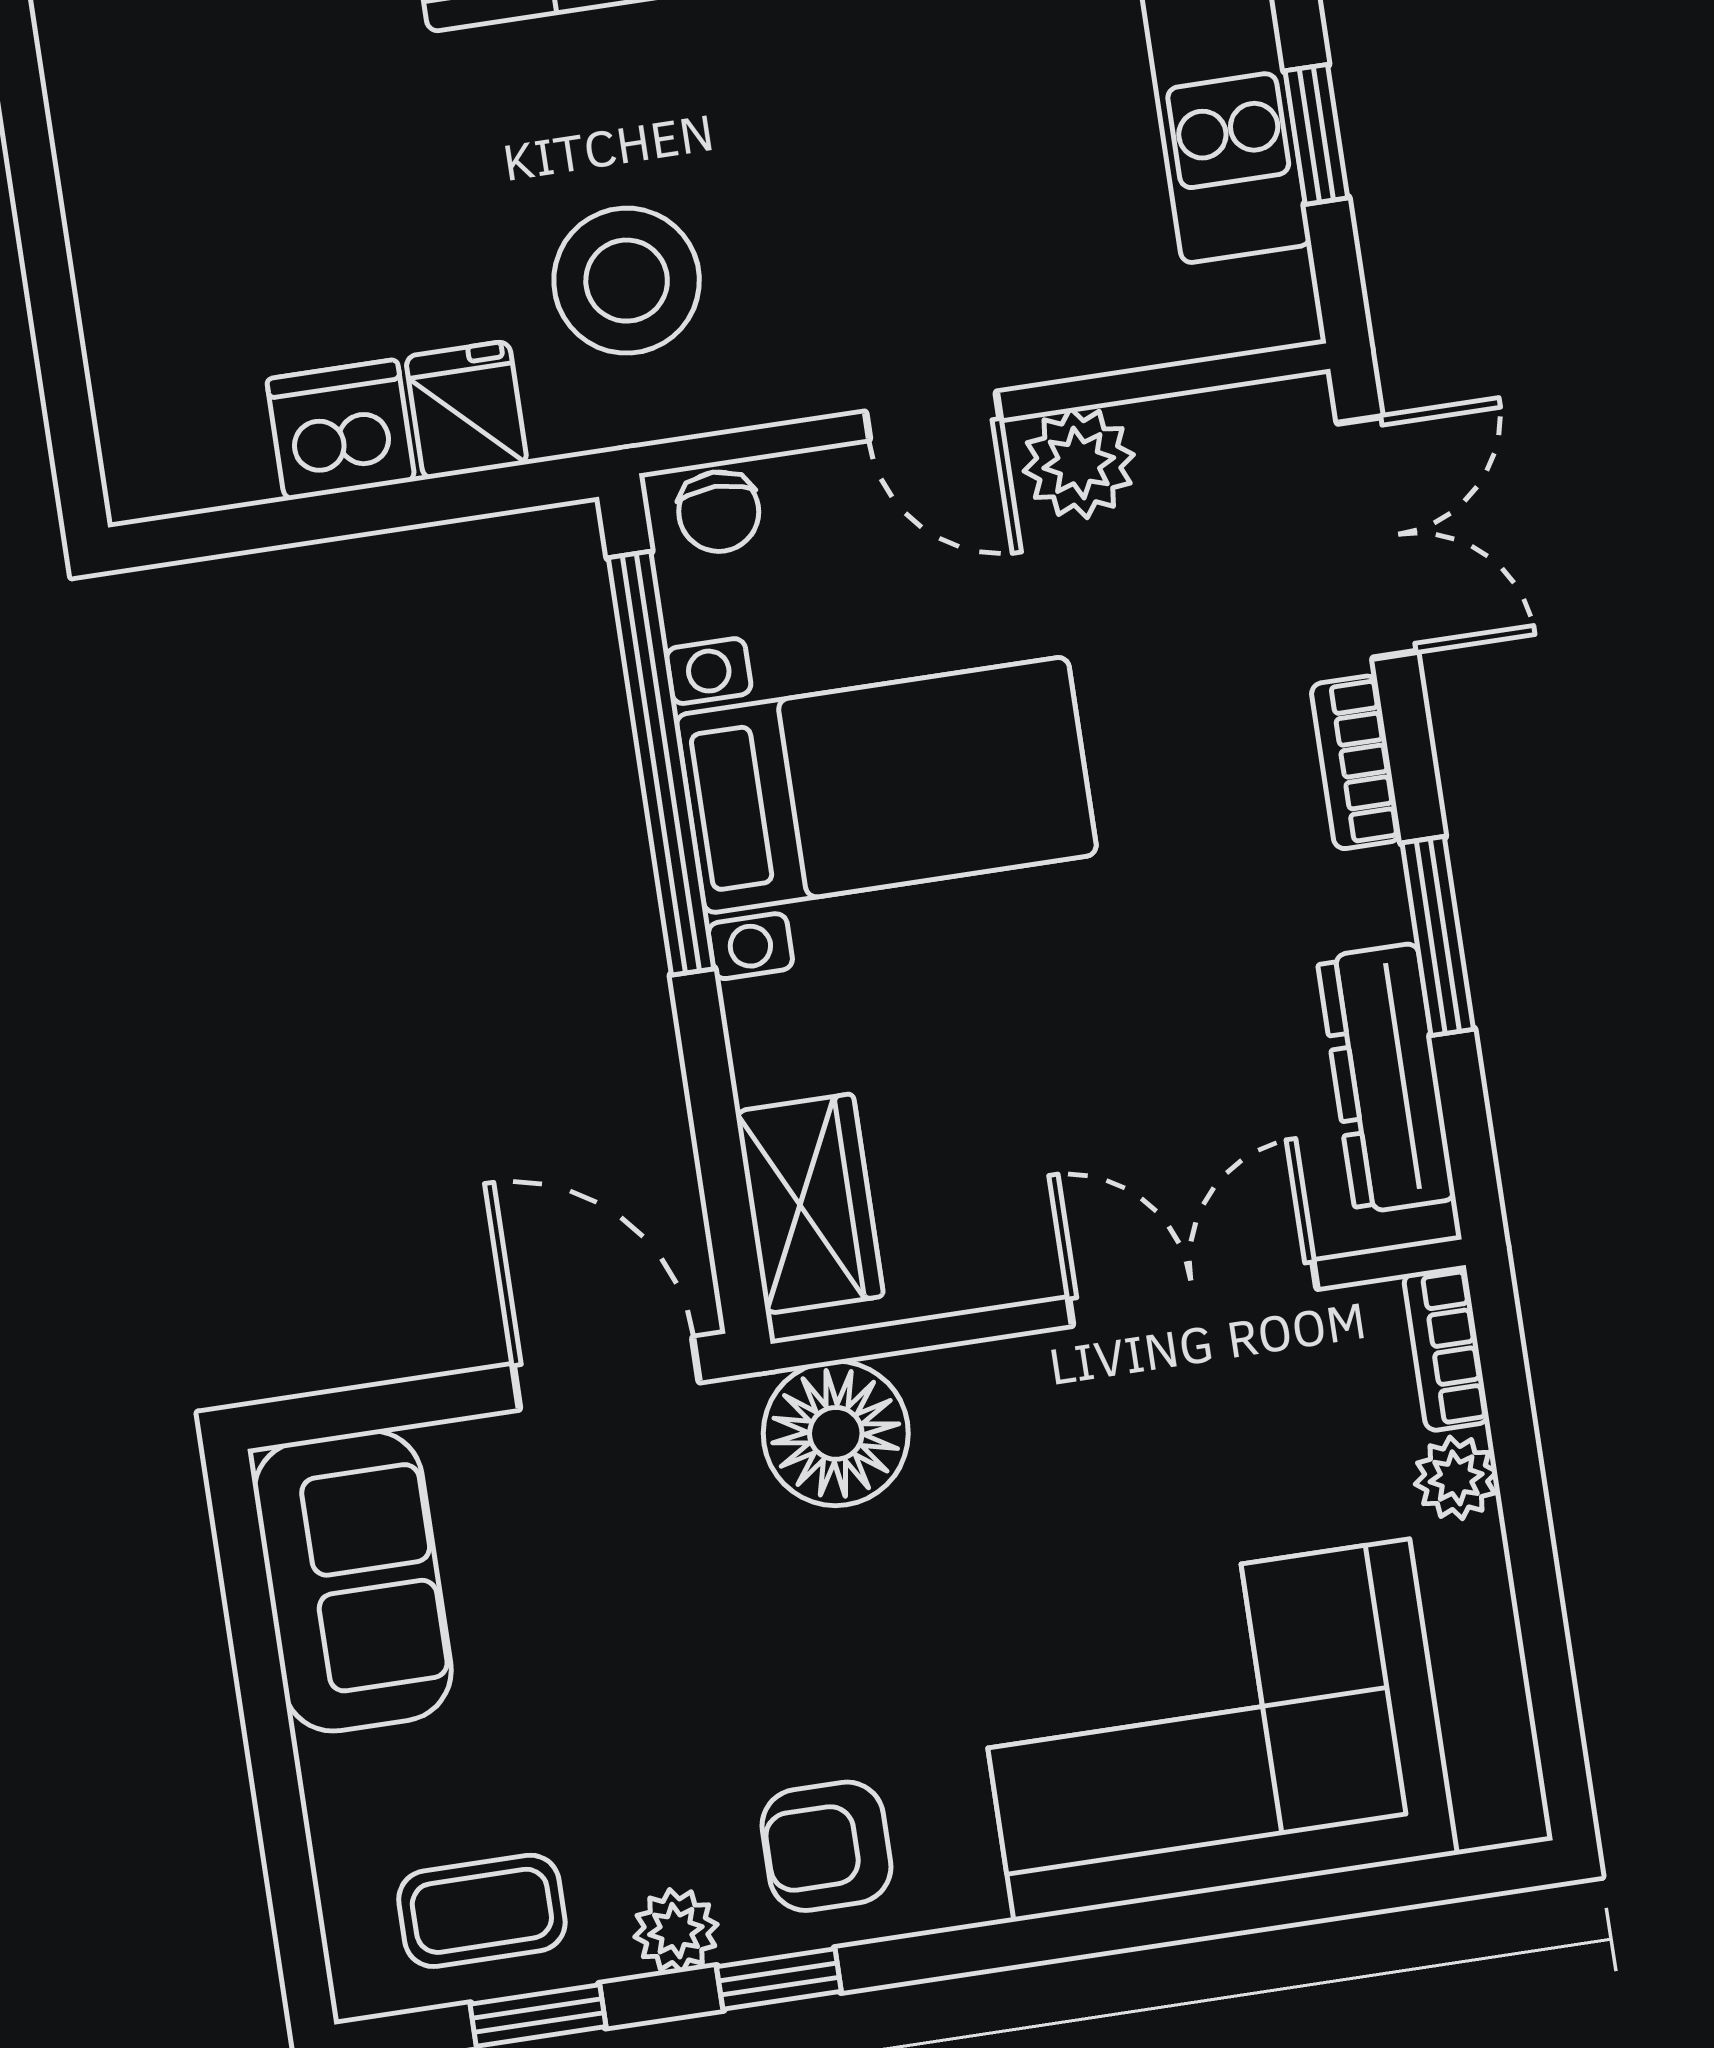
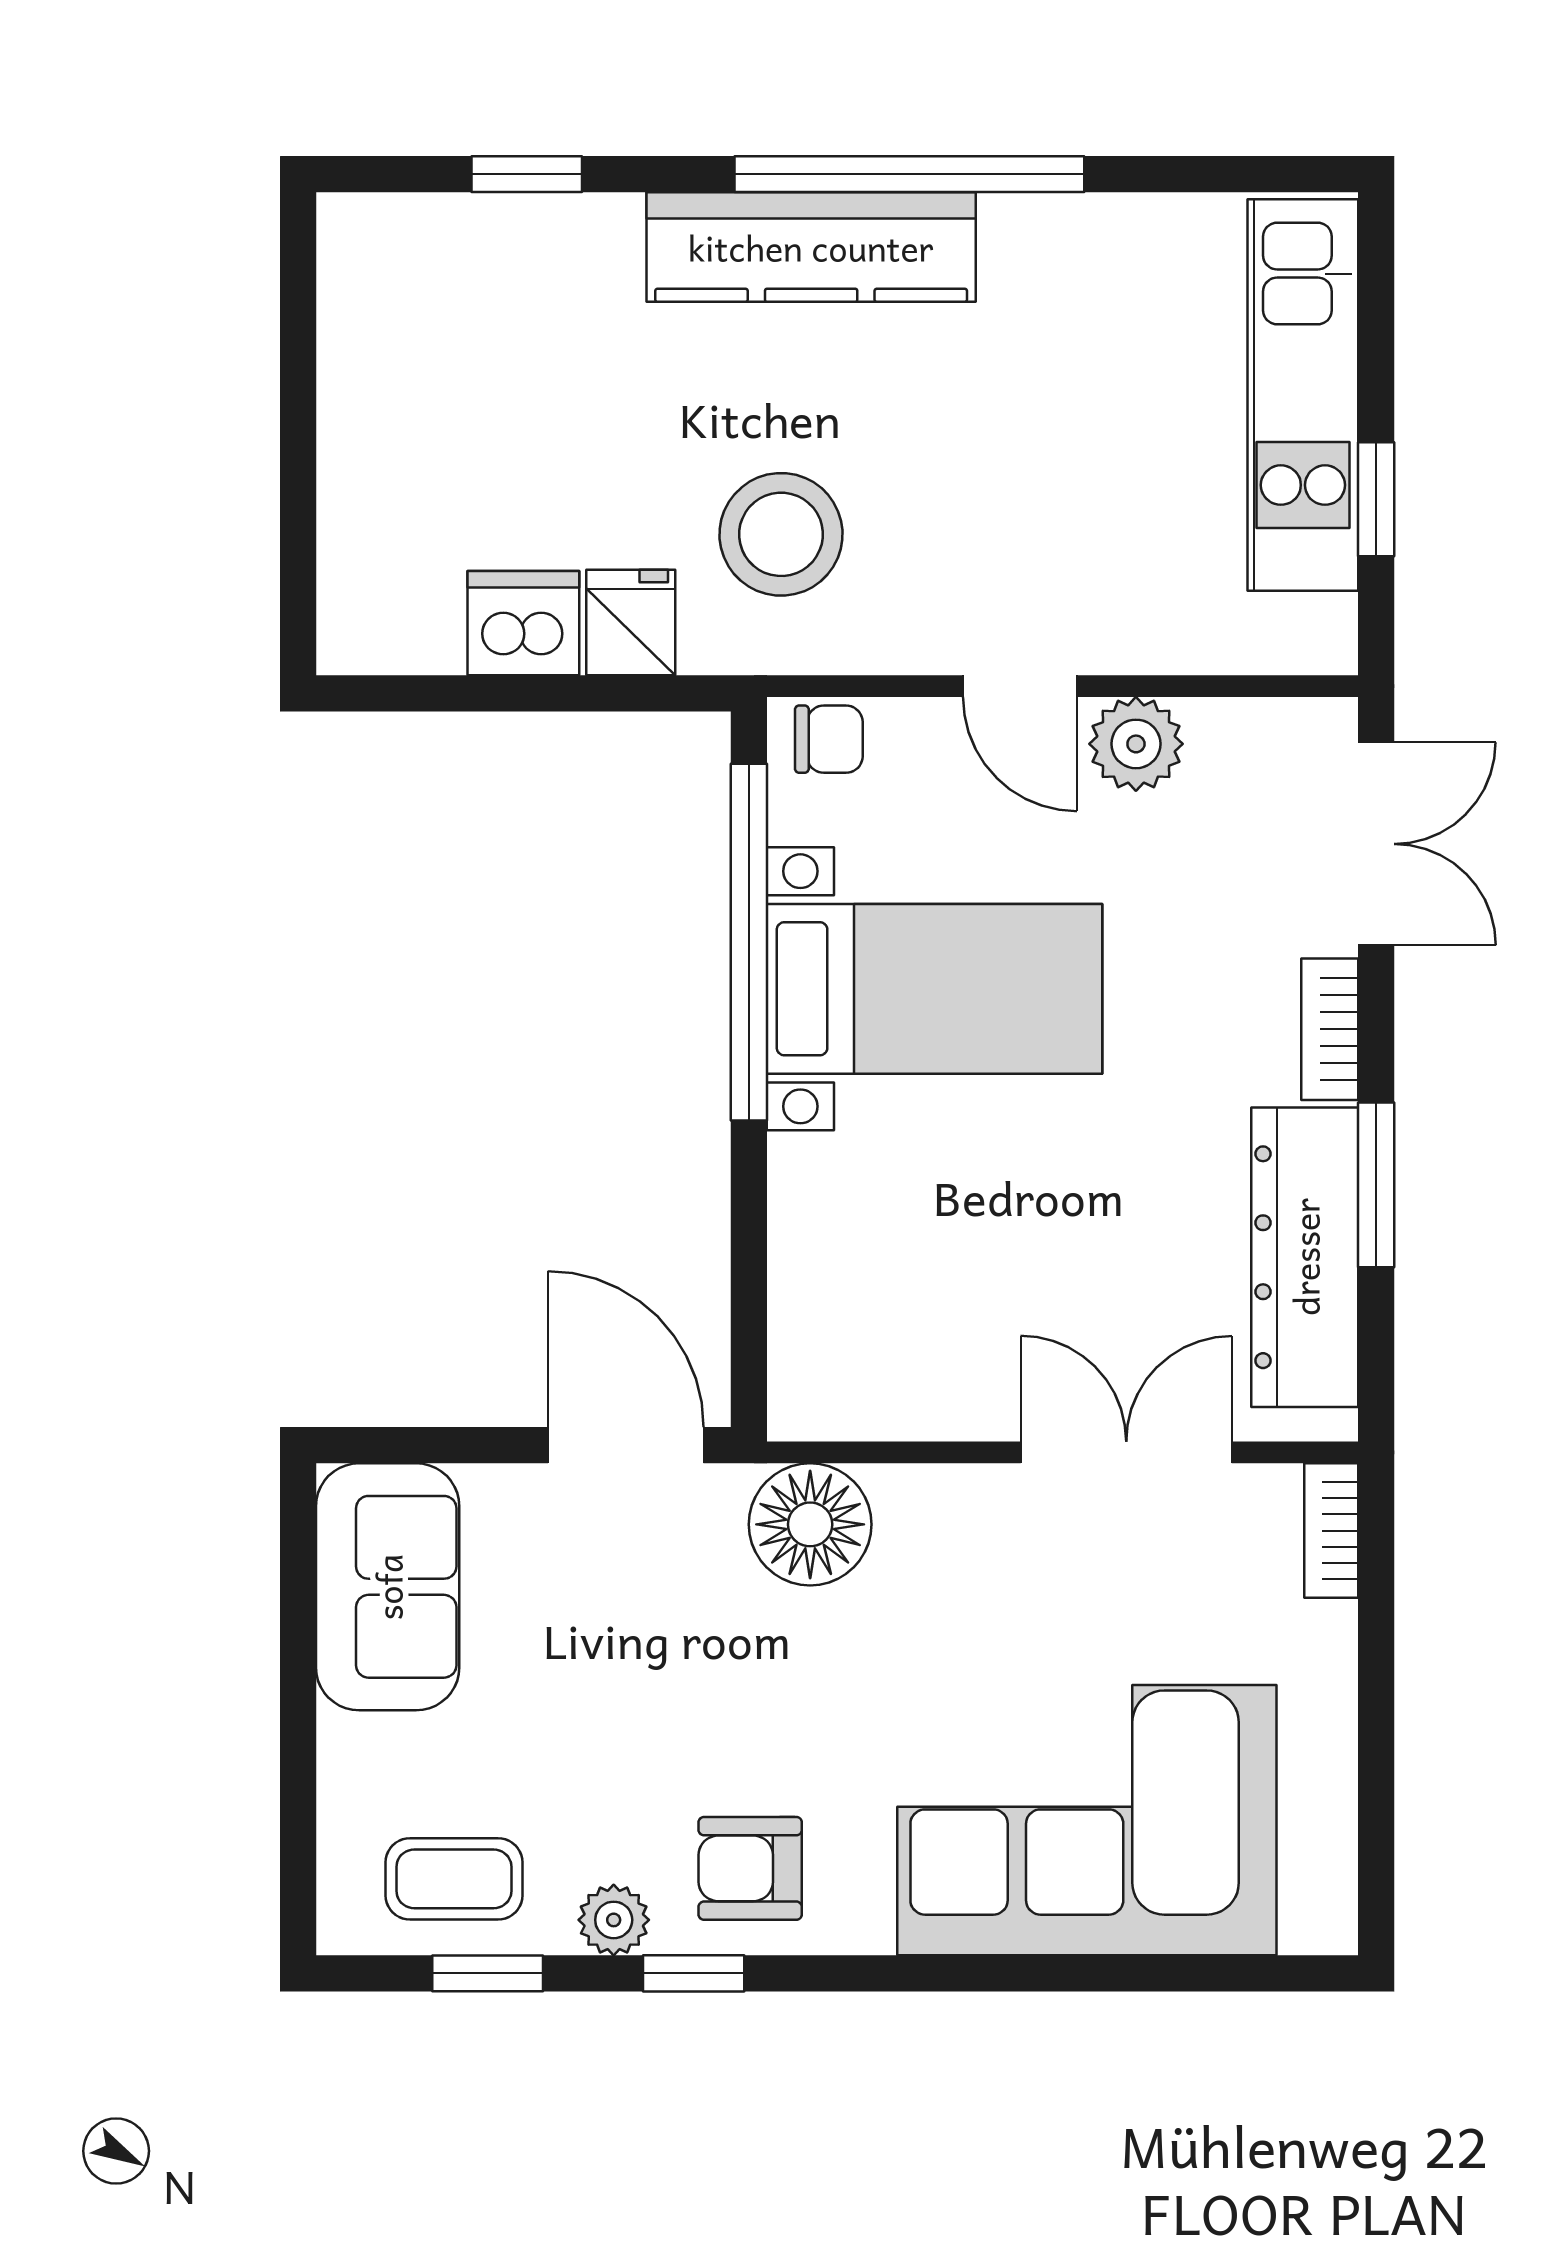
chair: (719, 512) -> (829, 739), turned -90
dresser: (1386, 1078) -> (1305, 1257), width x1.37, depth x1.24
wardrobe: (809, 1204) -> (817, 1329), removed
plant: (1456, 1478) -> (1323, 1640), removed

